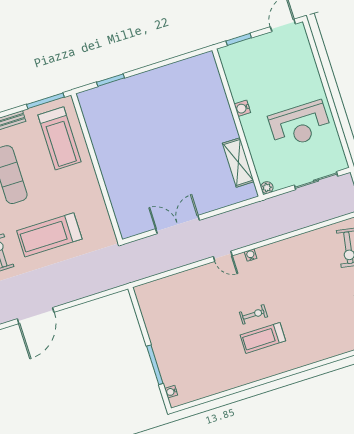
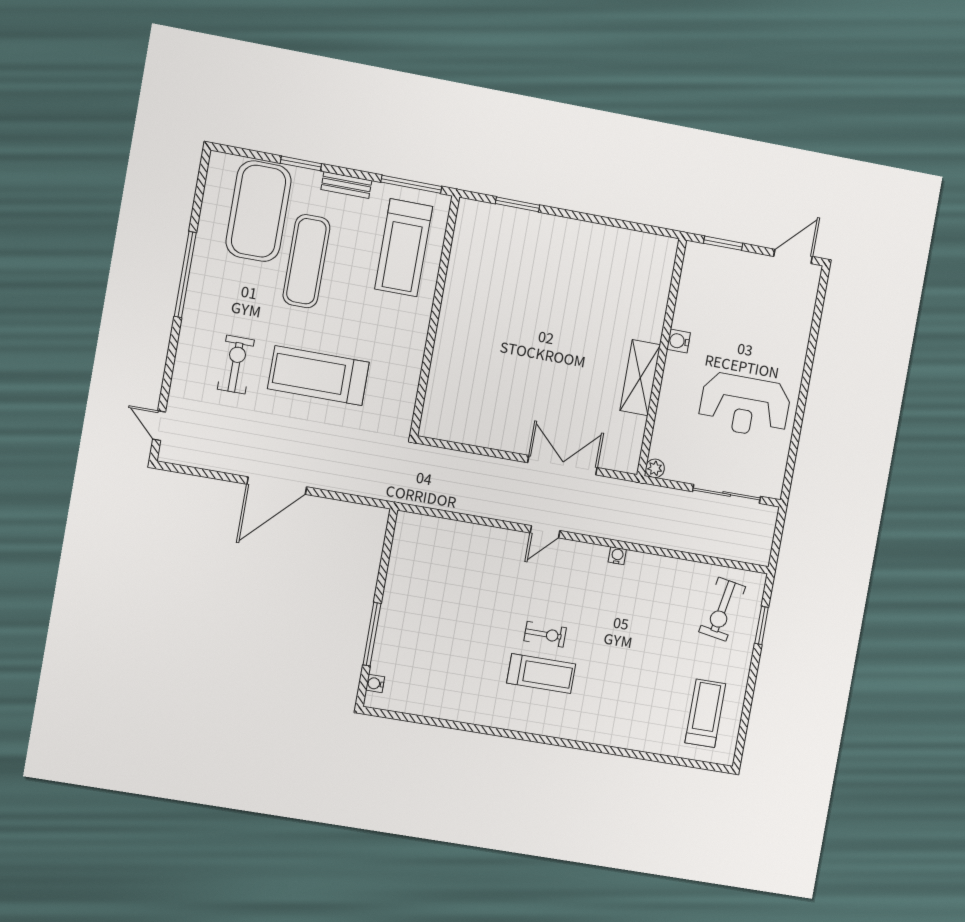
shelving: (238, 162) -> (640, 378), moved
double door: (178, 225) -> (562, 465), moved
water cooler: (251, 255) -> (617, 556), moved
door: (223, 256) -> (545, 532), hinge flipped
door: (36, 316) -> (277, 486), moved
treadmill: (263, 338) -> (541, 673), turned 180

